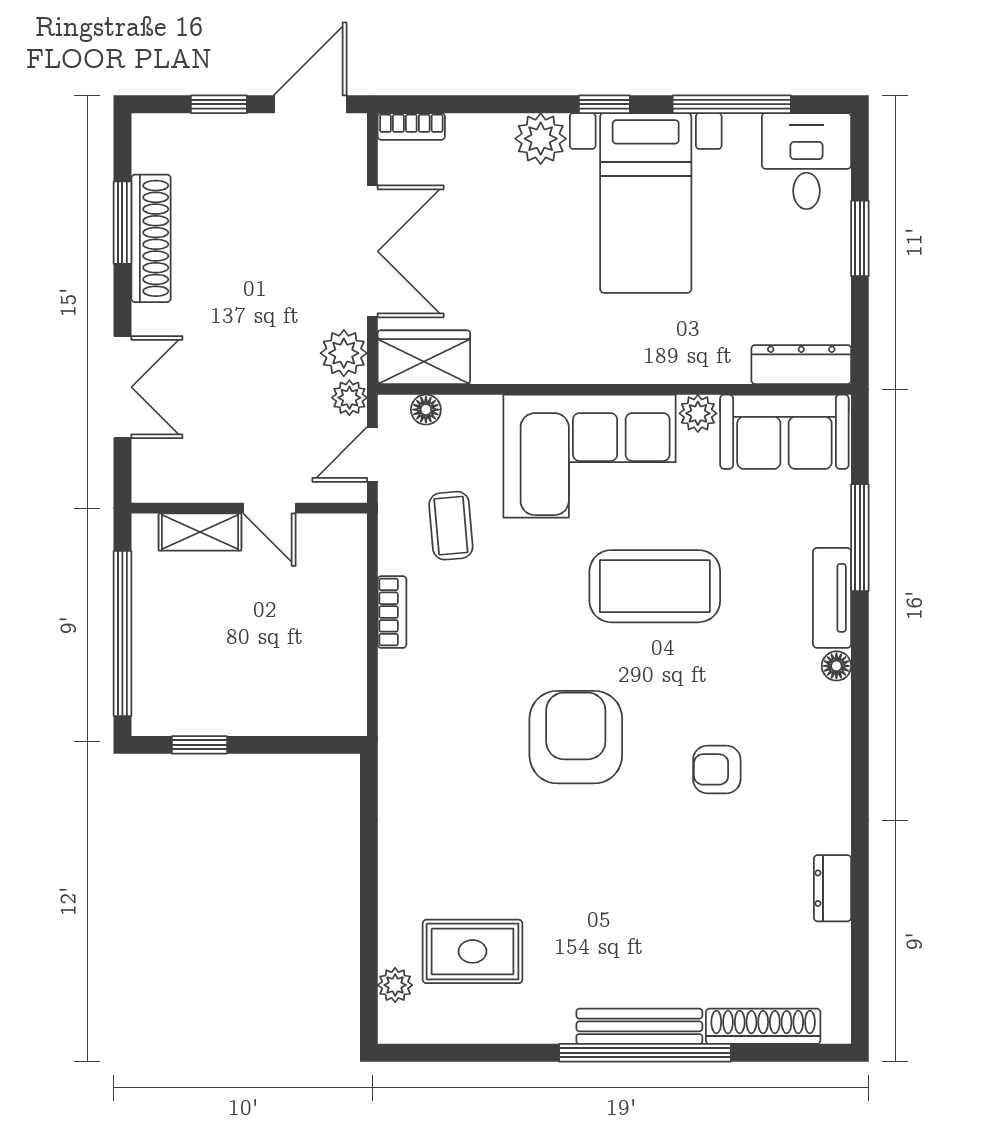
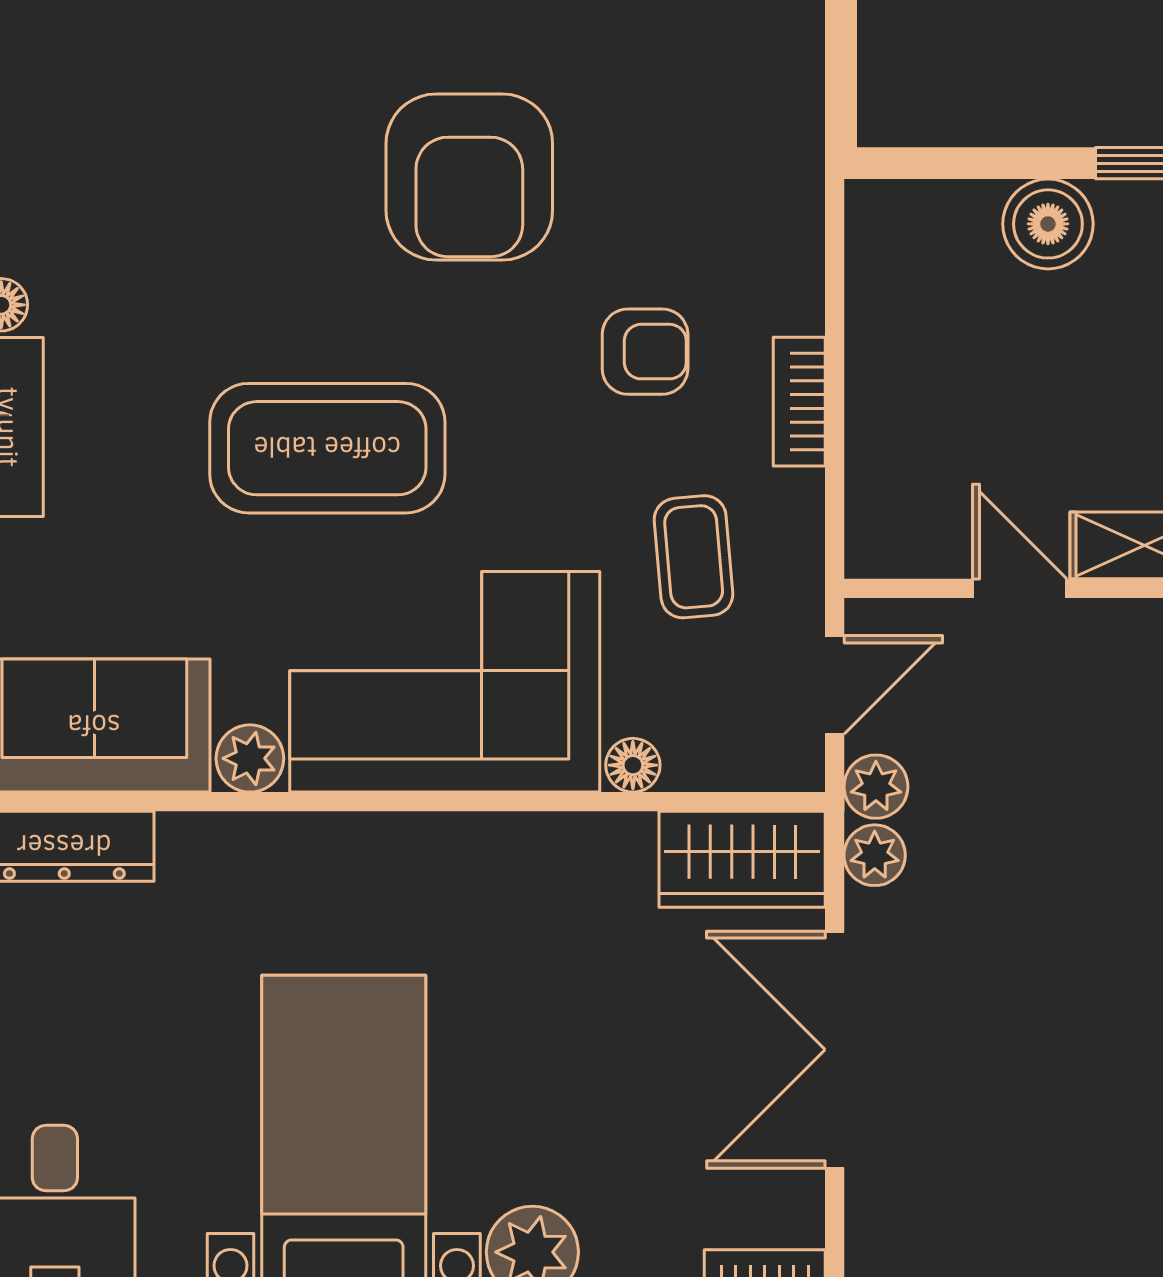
plant: (344, 353) -> (875, 855), width x0.73, depth x0.73
floor lamp: (426, 410) -> (633, 765), moved
boiler: (254, 711) -> (1048, 224), added
armchair: (717, 769) -> (645, 352), moved

